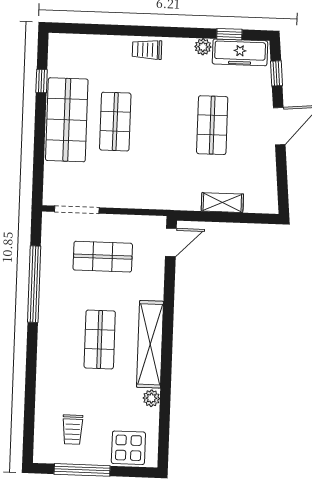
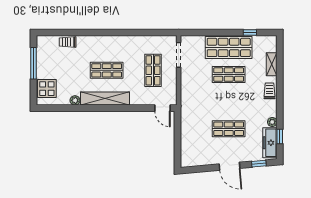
shelving: (222, 203) -> (272, 64), moved
window: (34, 284) -> (136, 33), removed
trolley: (73, 430) -> (68, 42), moved

